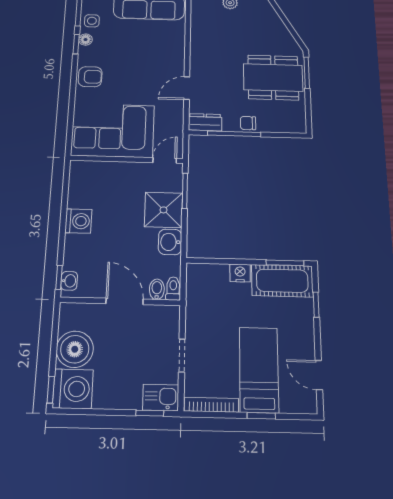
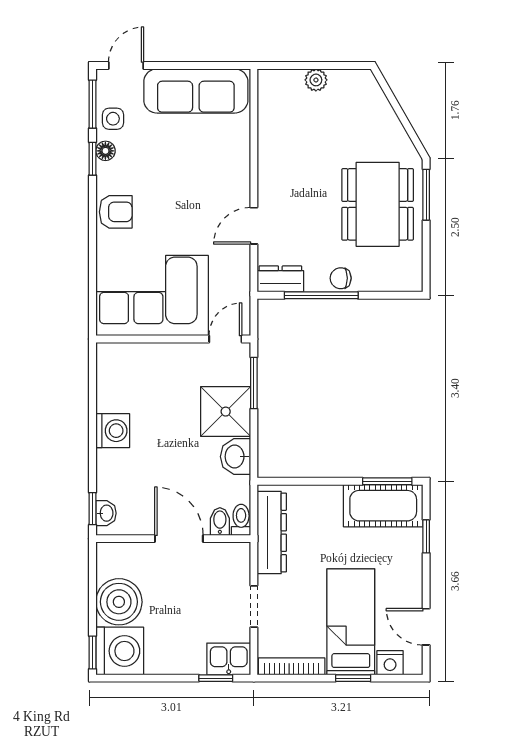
dining table: (273, 77) -> (378, 204), turned 90
nightstand: (240, 273) -> (390, 663), moved, turned 180
dresser: (197, 299) -> (272, 532), added

